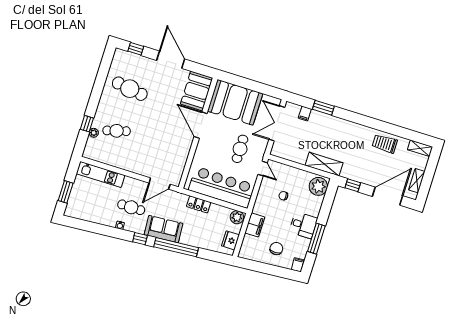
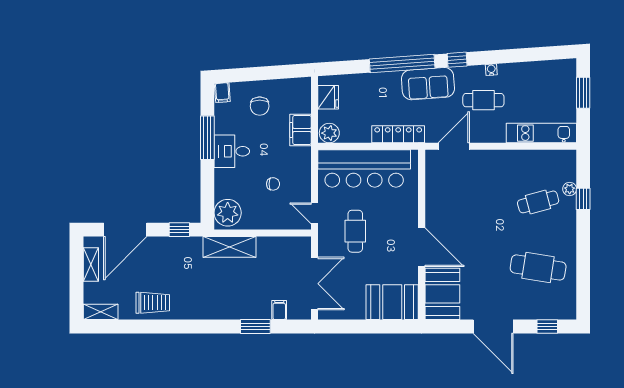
booth: (235, 102) -> (392, 302), width x0.73, depth x0.70
locker: (199, 204) -> (398, 134), width x1.53

